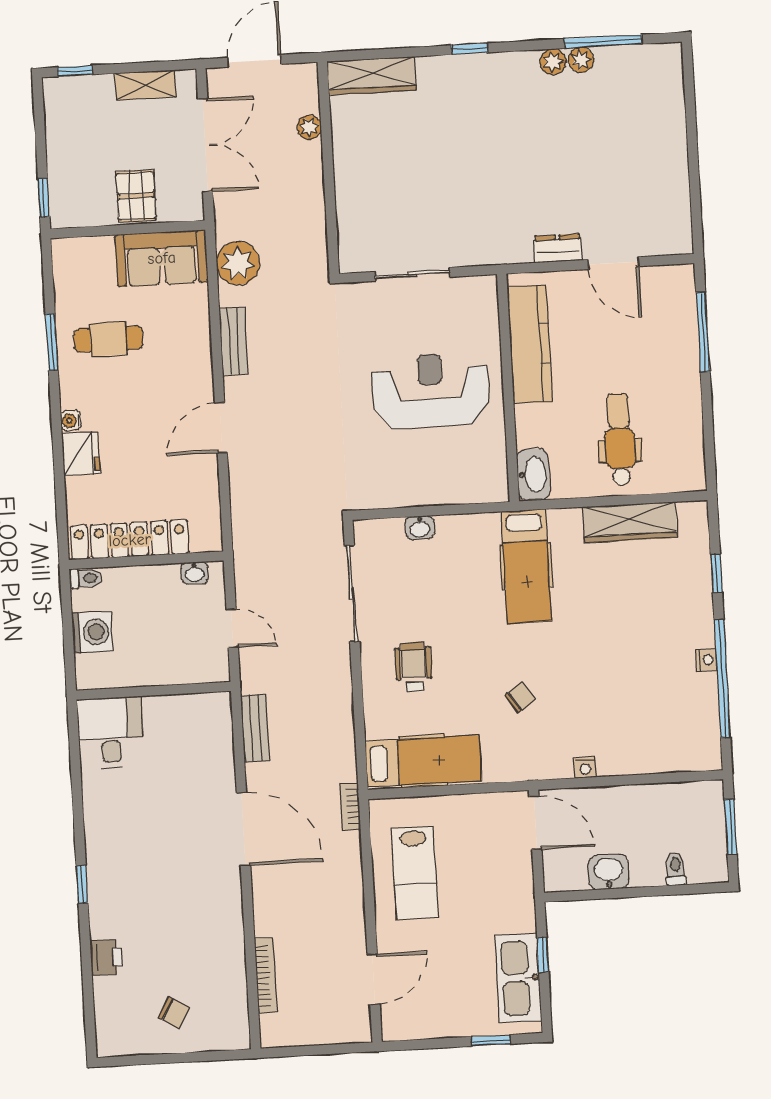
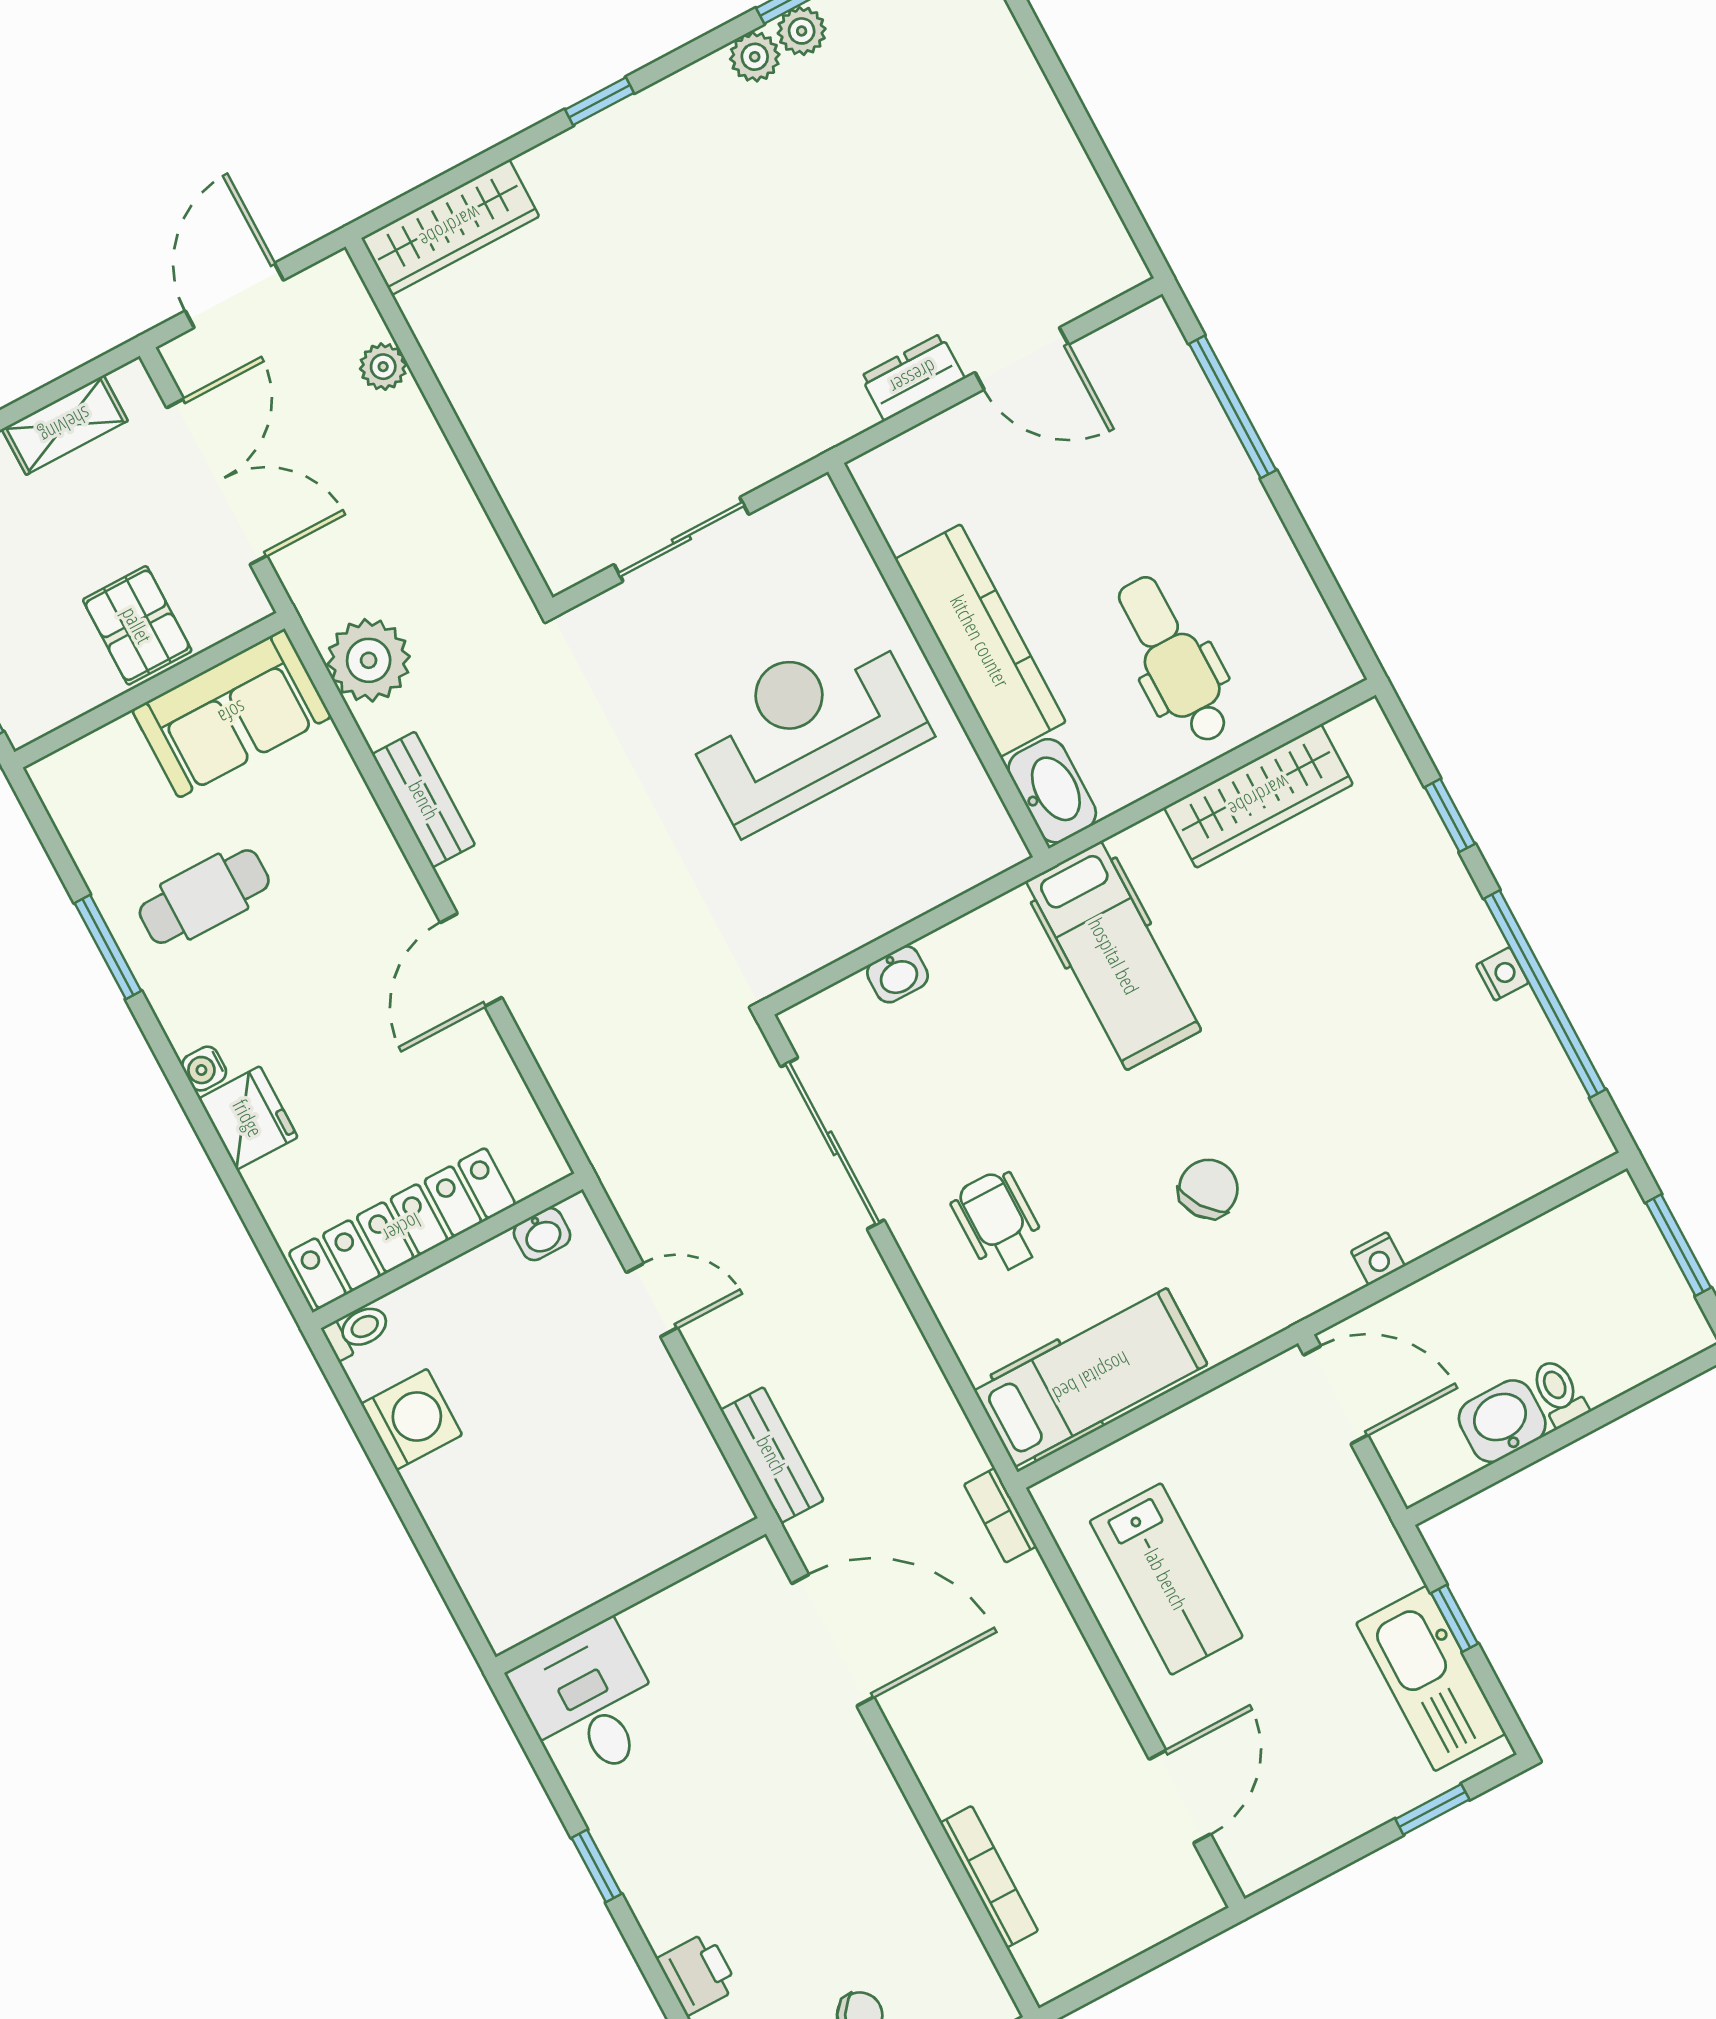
kitchen counter: (530, 344) -> (980, 641), moved
wall: (153, 691) -> (631, 1595), moved
chair: (520, 697) -> (1208, 1189), width x1.37, depth x1.37
desk: (111, 733) -> (590, 1703), moved
toilet: (676, 869) -> (1559, 1393), moved

